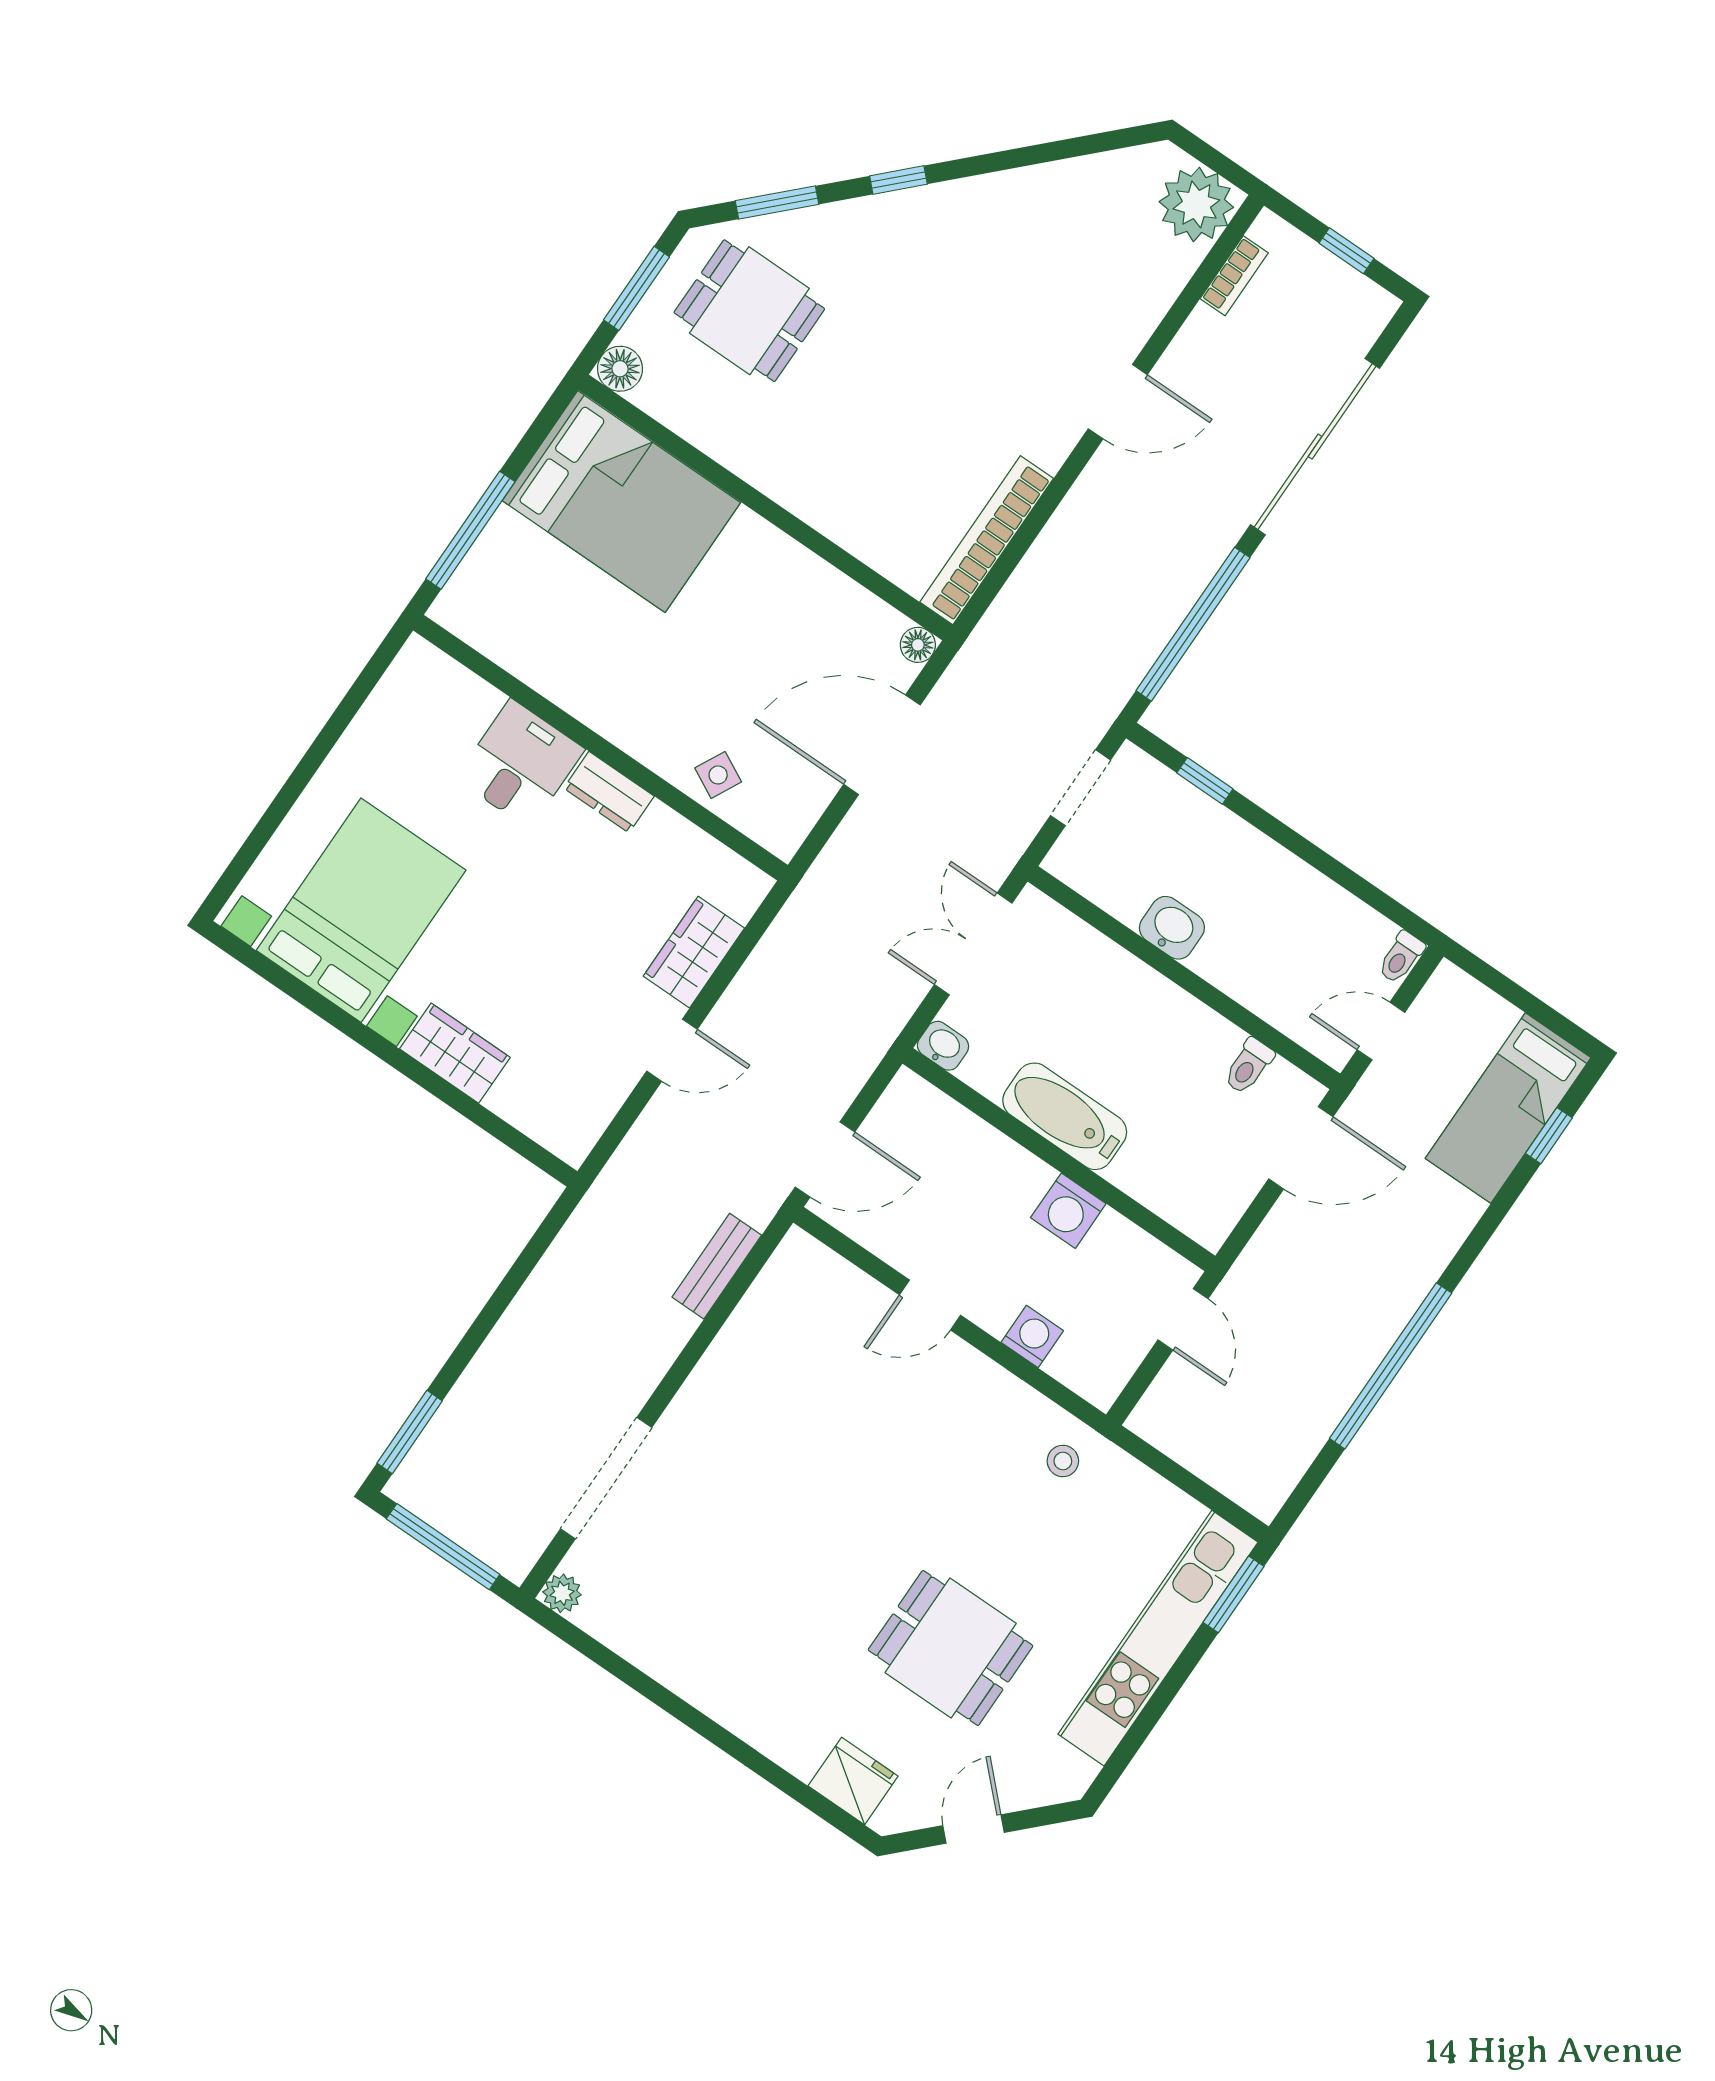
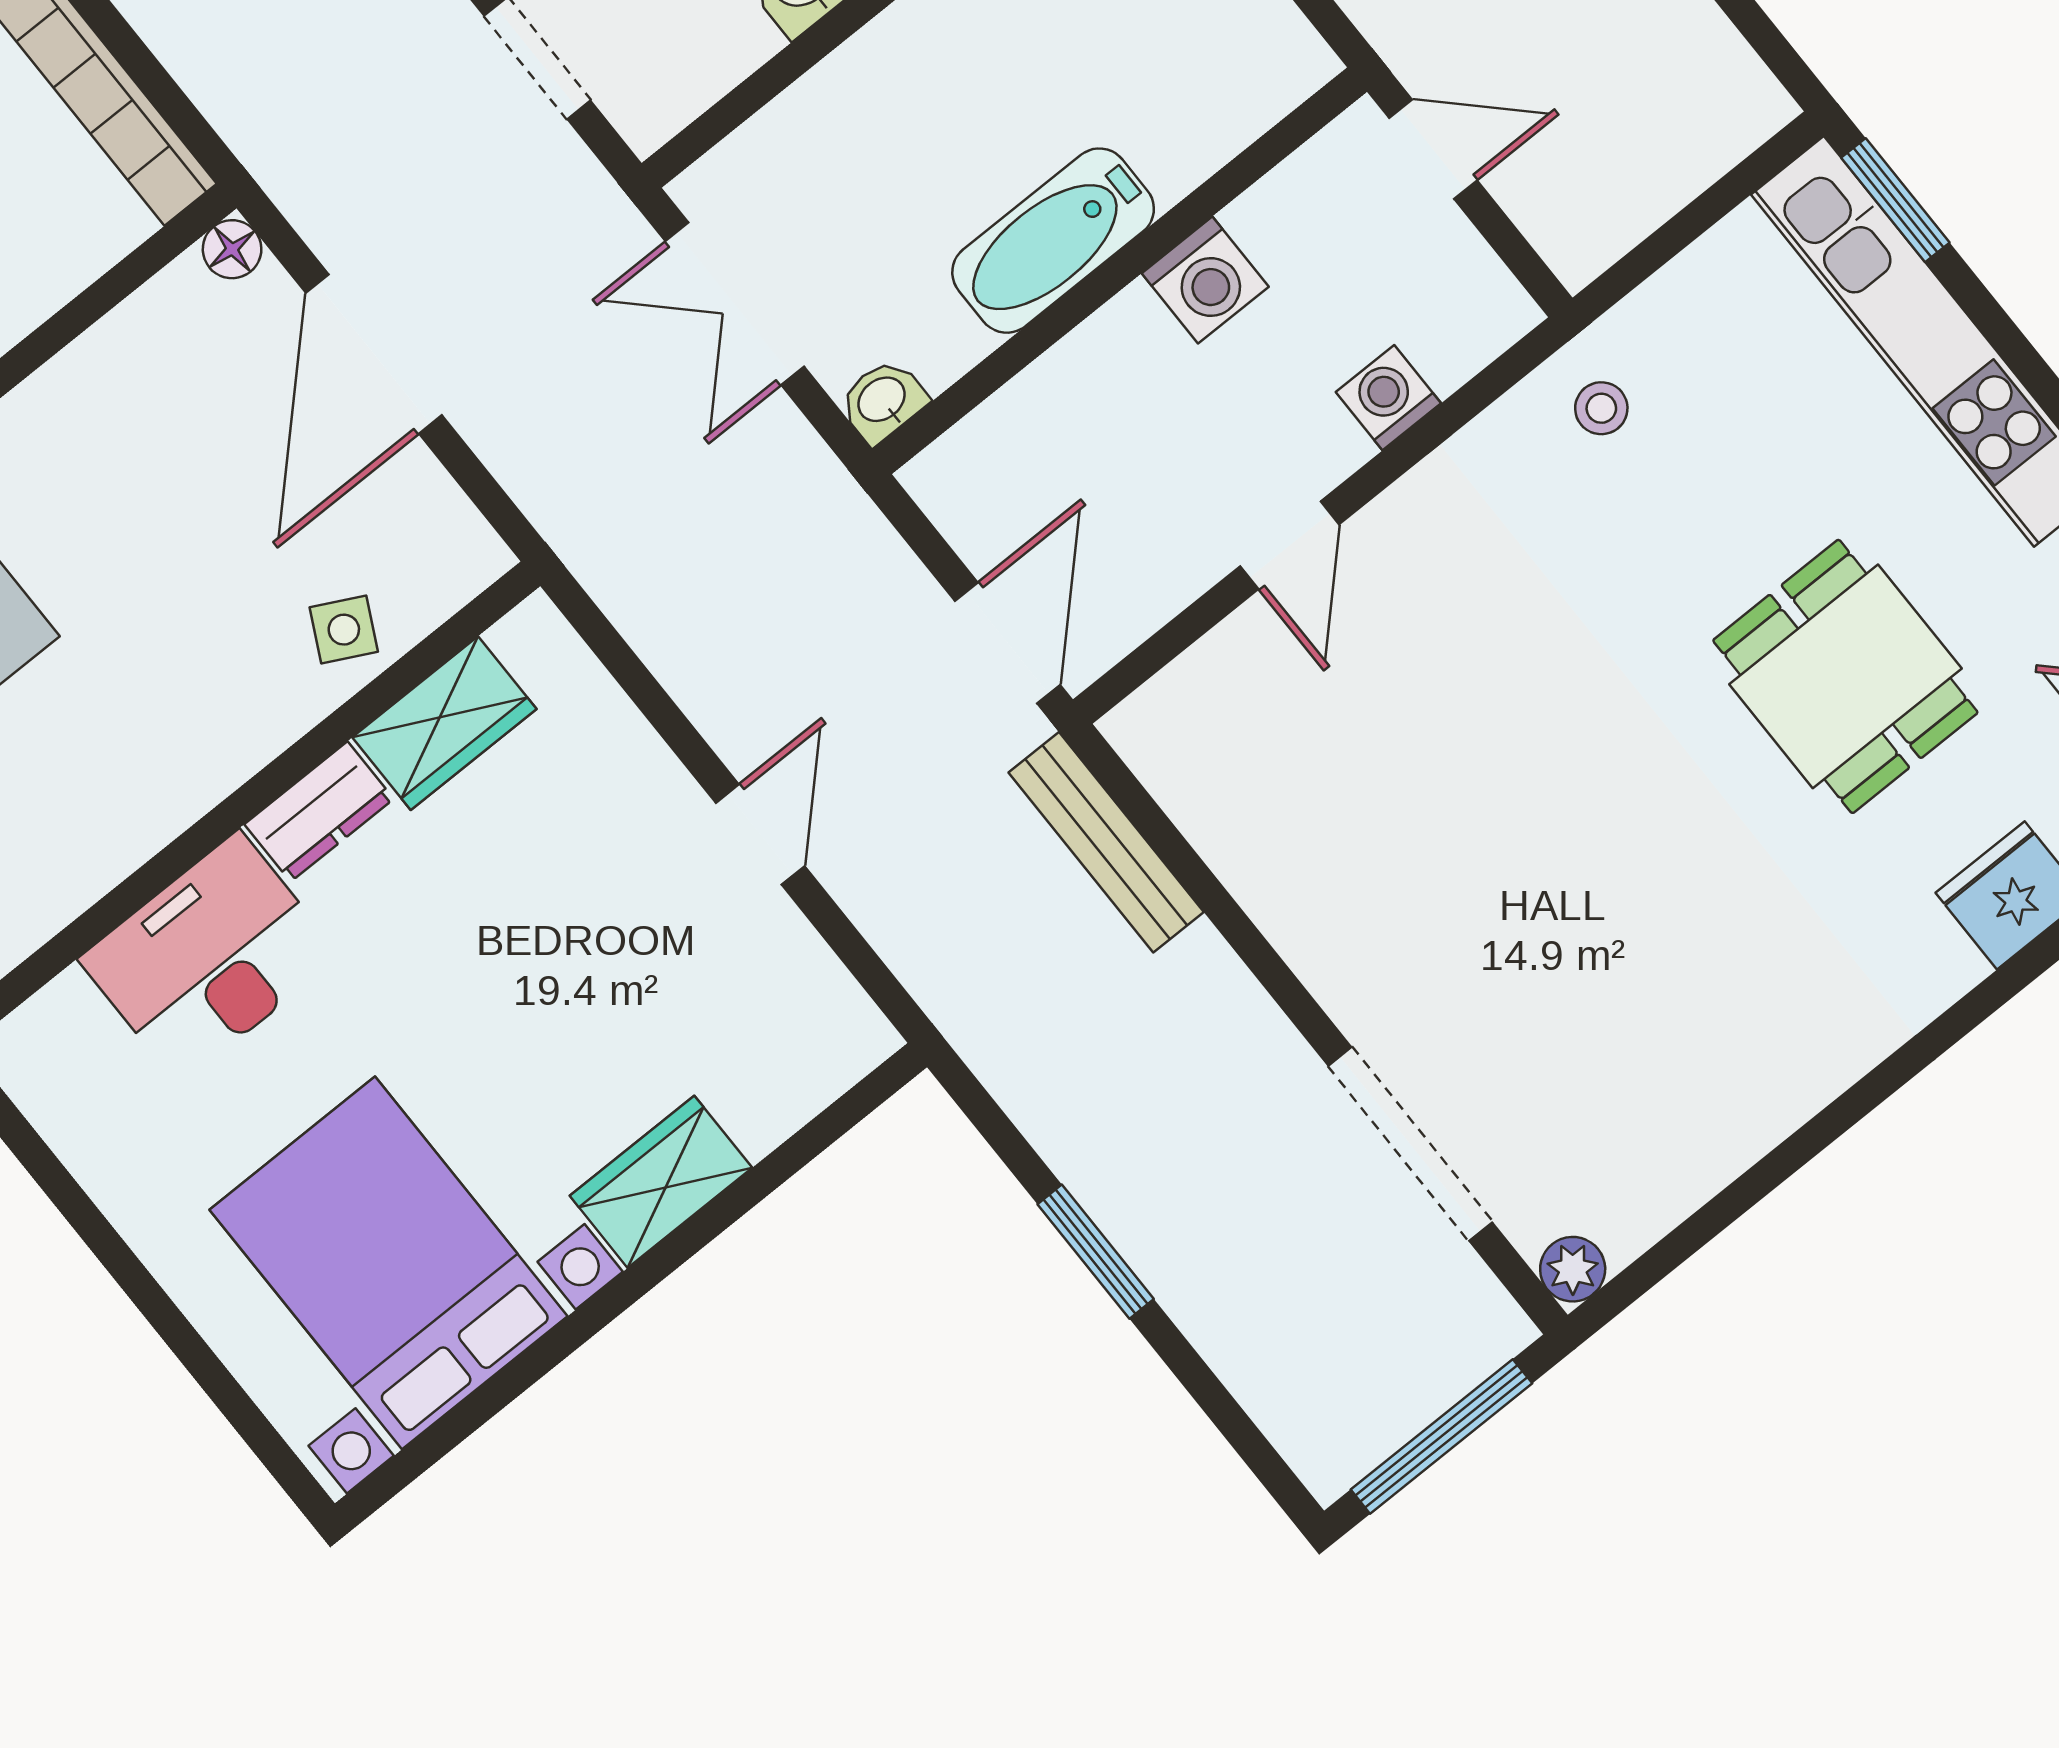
desk: (520, 764) -> (209, 957), width x1.37
wardrobe: (694, 952) -> (444, 723), moved, turned -90
bench: (717, 1266) -> (1106, 842), width x1.36
window: (410, 1432) -> (1096, 1252), moved
dining table: (951, 1648) -> (1845, 676), turned 90

